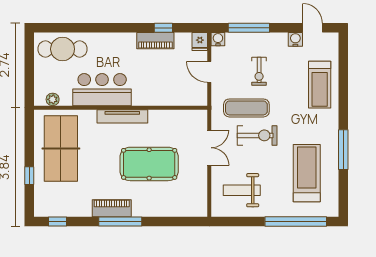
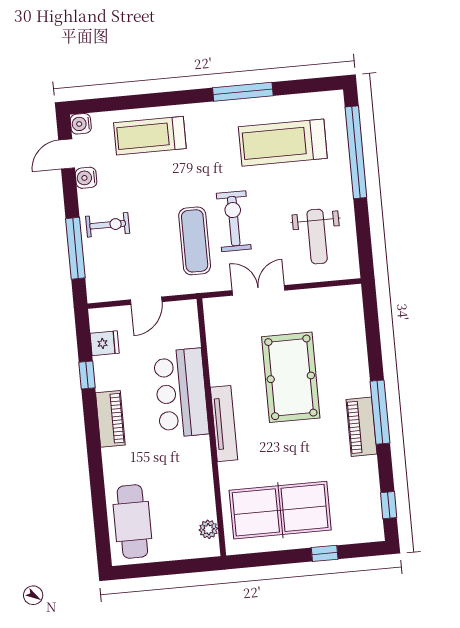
water cooler: (218, 39) -> (81, 124), moved
piano: (155, 41) -> (110, 419), moved
fridge: (200, 42) -> (105, 343), moved
exercise bike: (259, 71) -> (108, 225), moved
treadmill: (320, 85) -> (150, 136), turned 180
bar counter: (102, 90) -> (181, 393), moved

